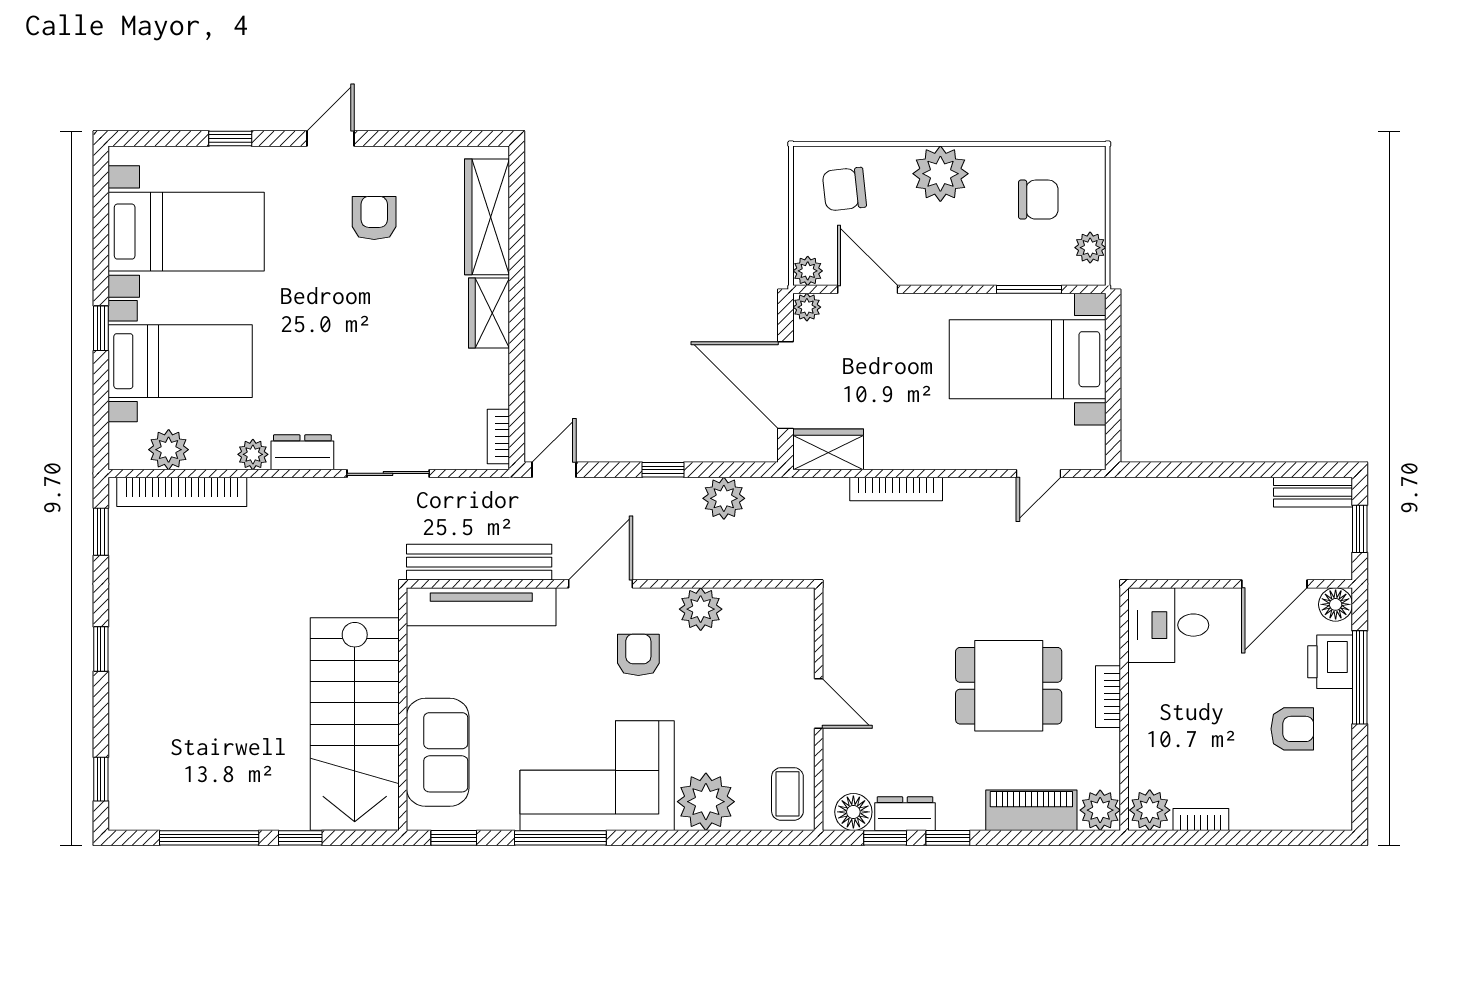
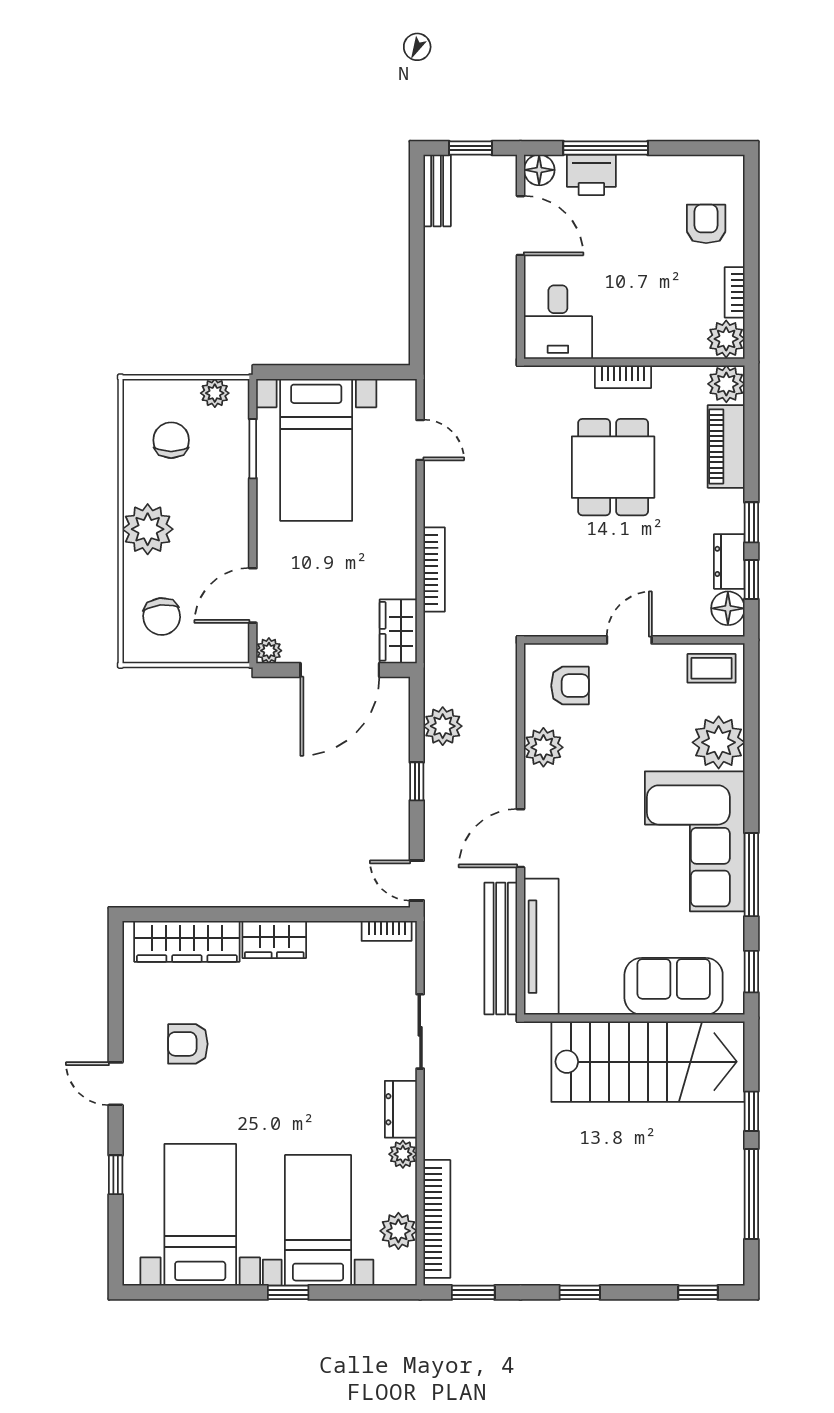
plant: (808, 271) -> (236, 650), removed
door: (601, 584) -> (521, 838), hinge flipped
armchair: (638, 655) -> (570, 686), moved, turned 180
armchair: (1292, 729) -> (706, 224), moved

